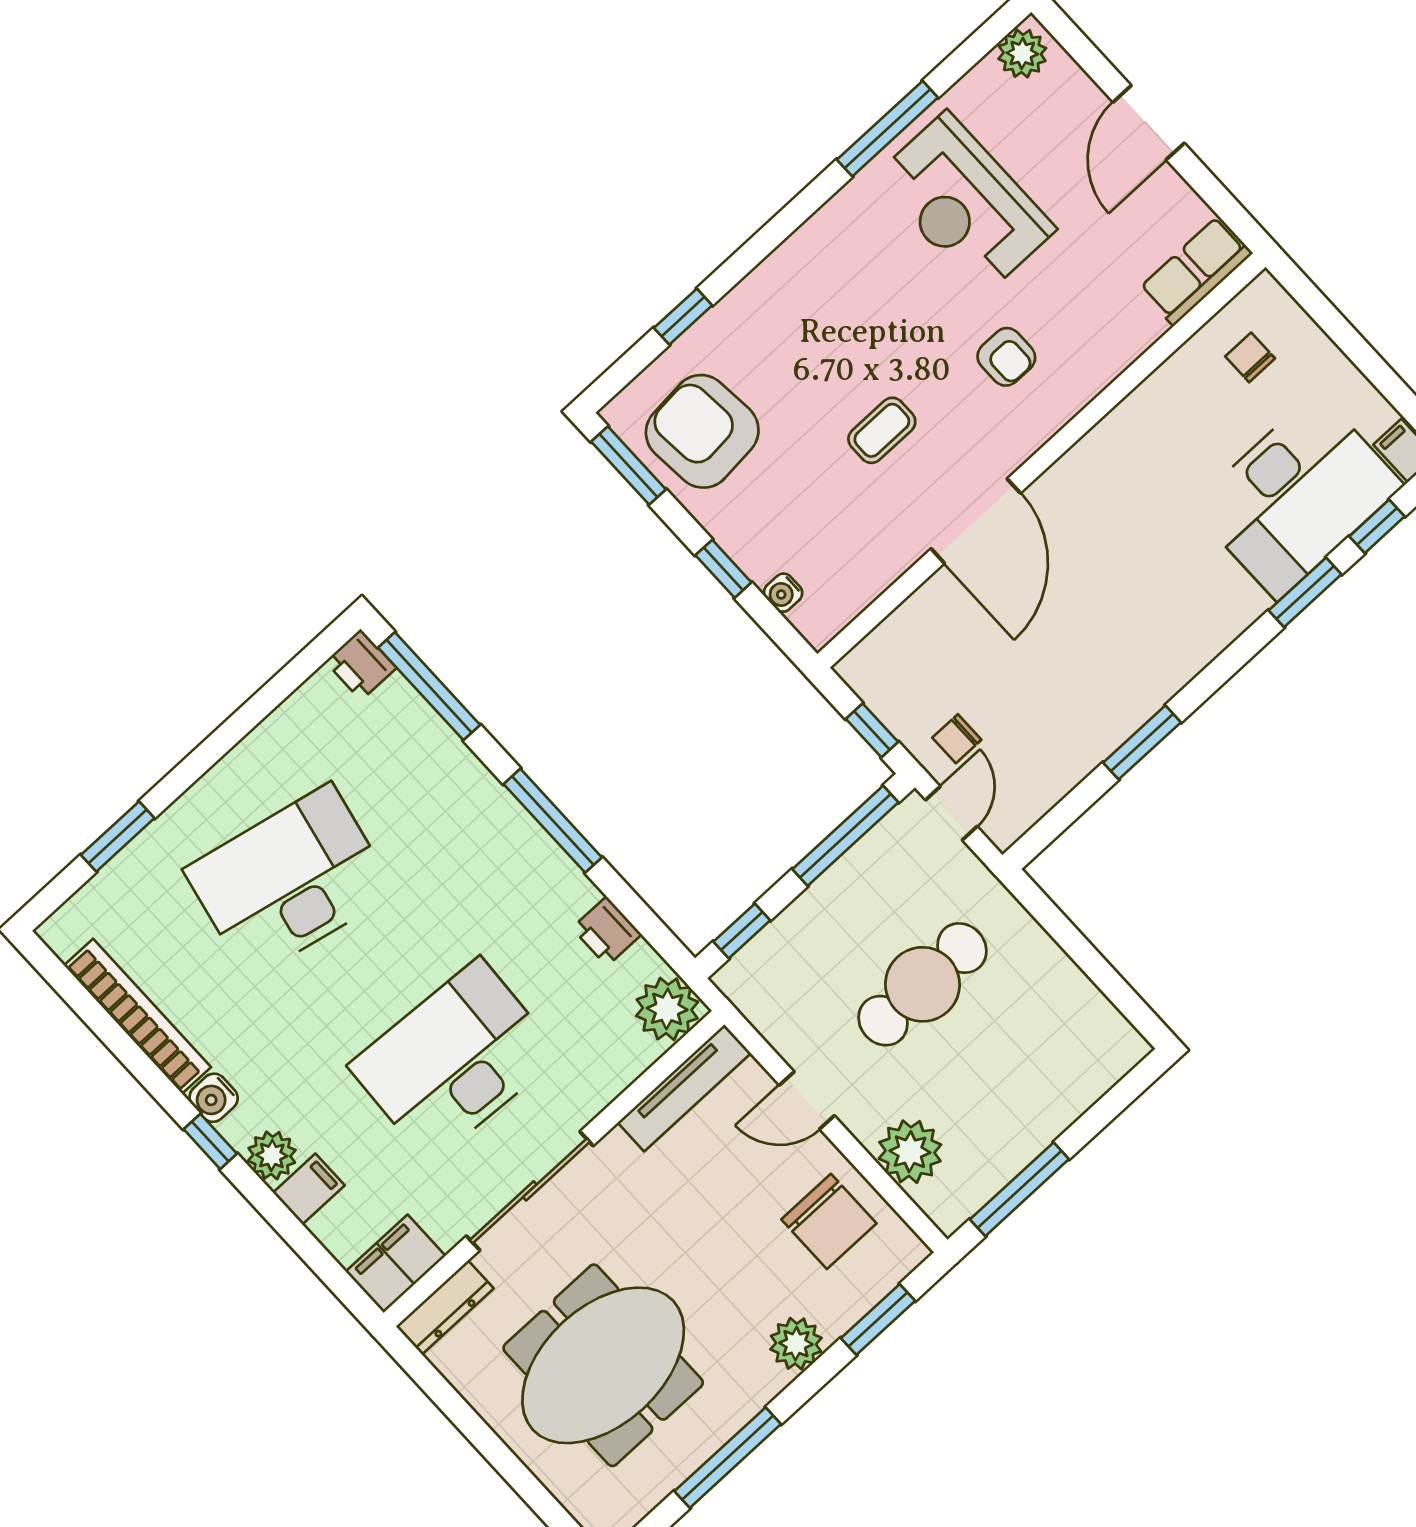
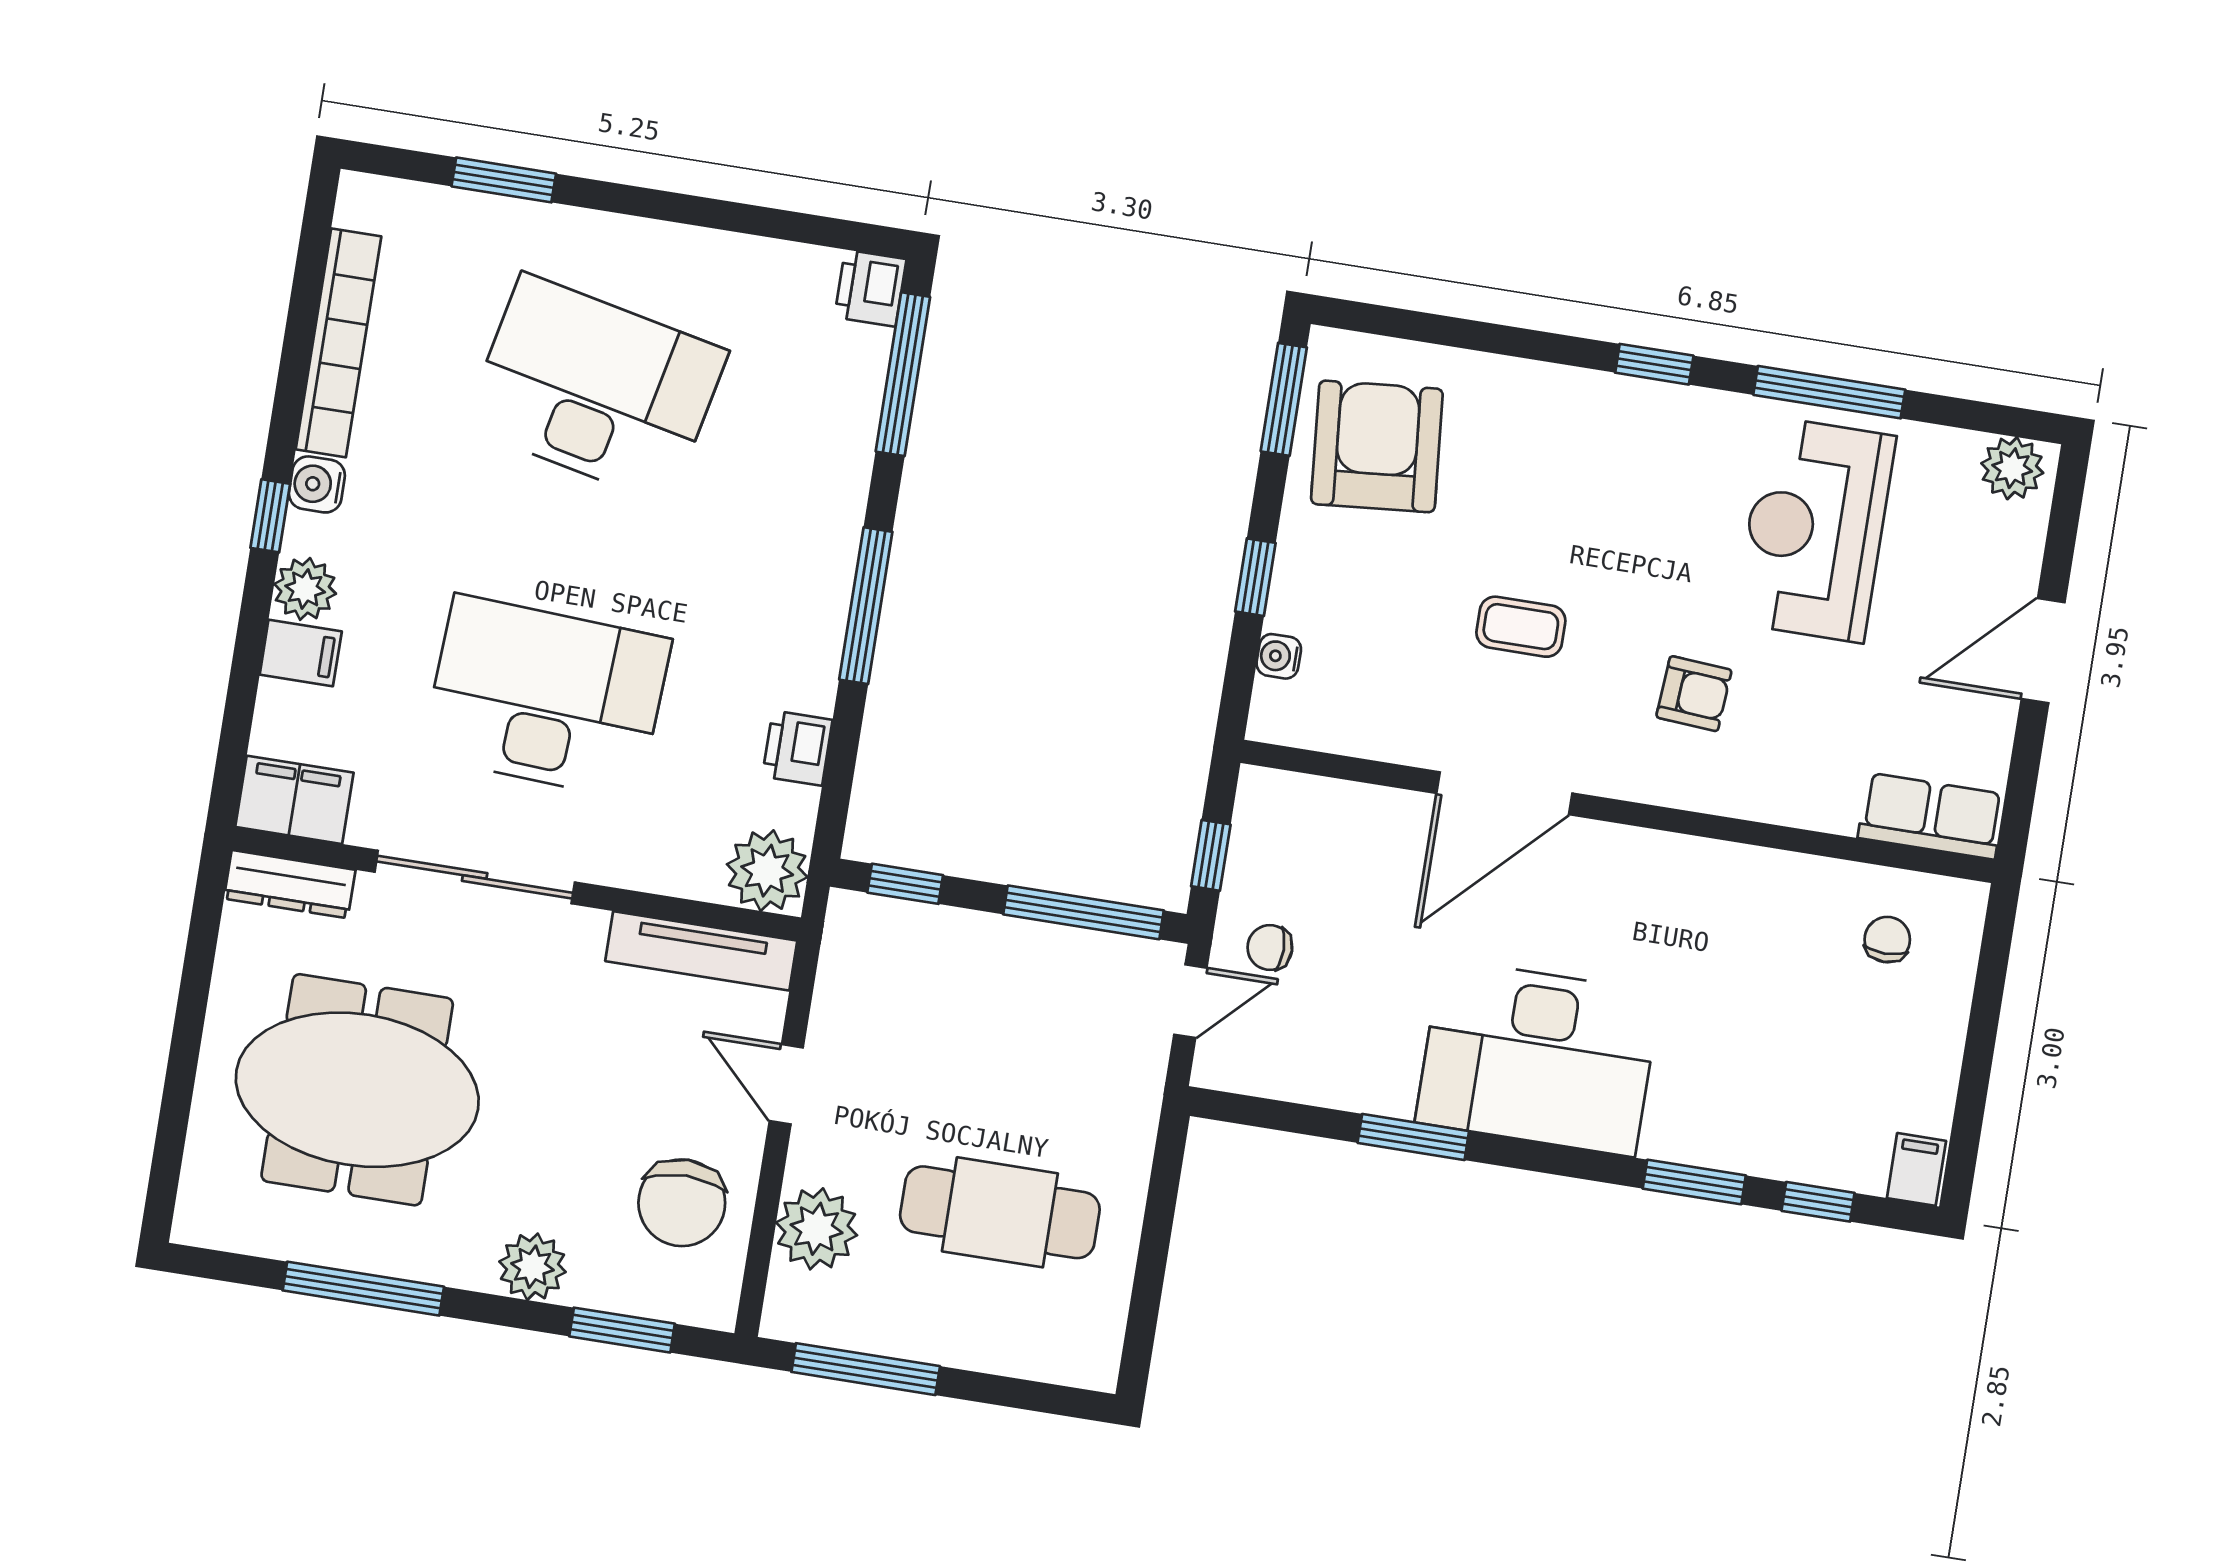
window: (683, 317) -> (1654, 364), moved
armchair: (1006, 357) -> (1694, 694), turned -86
desk: (1297, 496) -> (1538, 1057), moved
cafe table: (922, 984) -> (1000, 1212), moved

